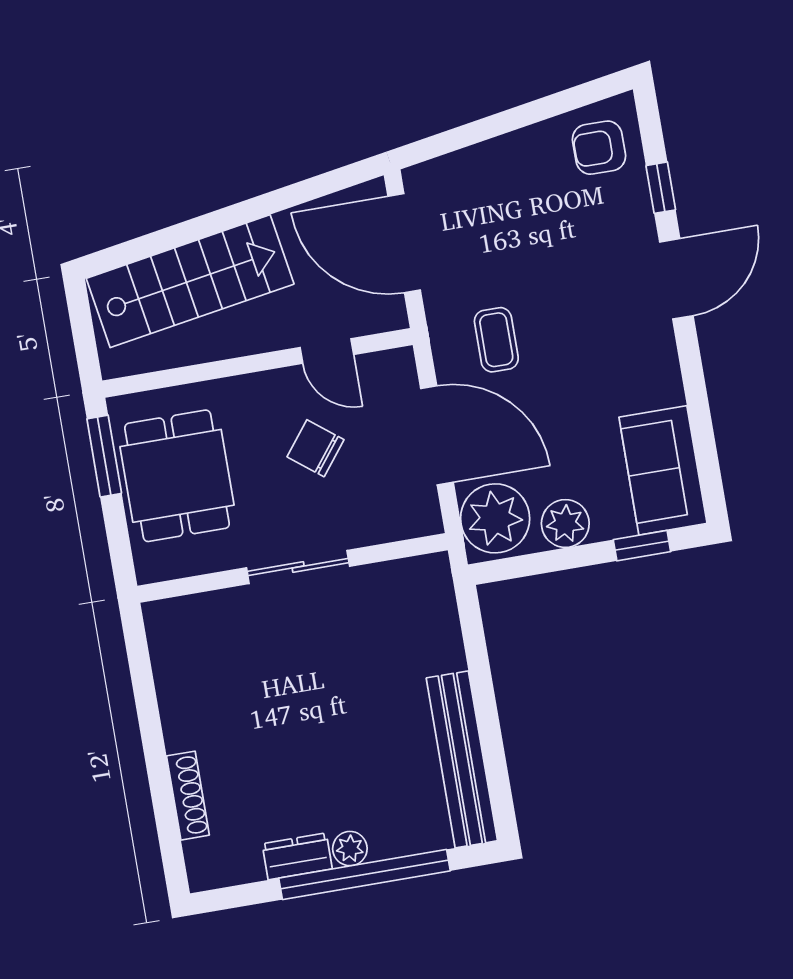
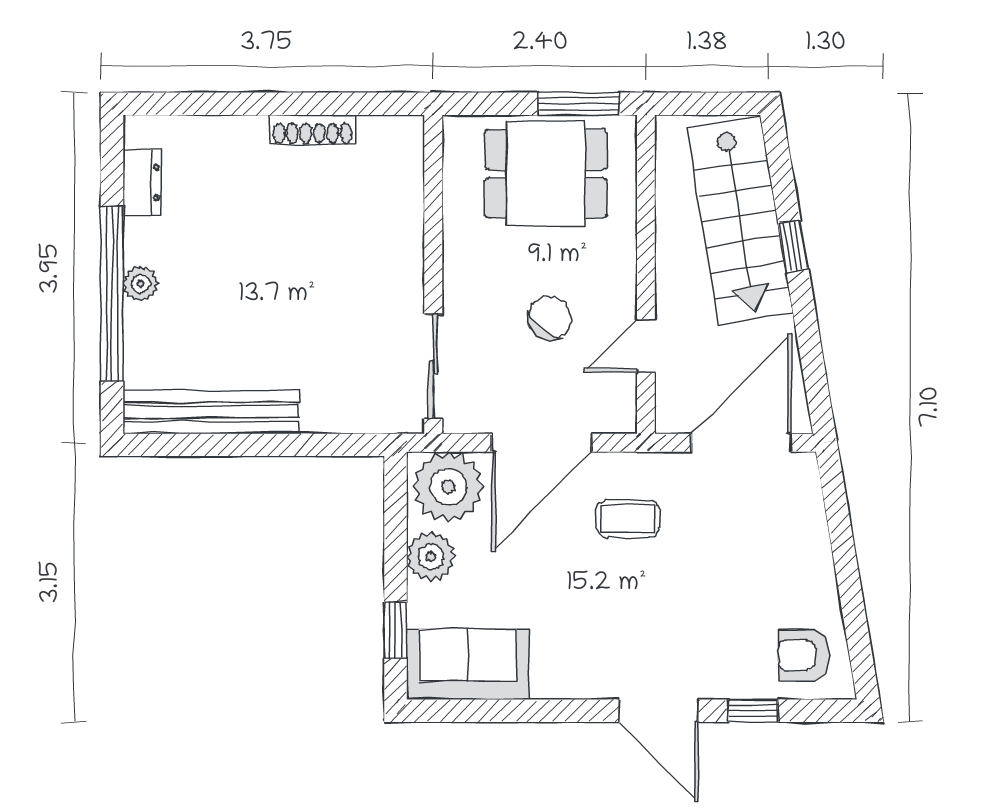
armchair: (599, 148) -> (804, 655), turned -90
window: (206, 225) -> (793, 246), added
sliding door: (298, 567) -> (433, 367), moved
shoe rack: (188, 796) -> (312, 130), moved
dresser: (297, 856) -> (142, 182), moved

